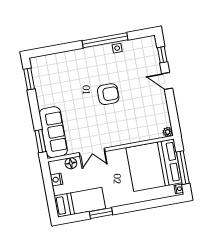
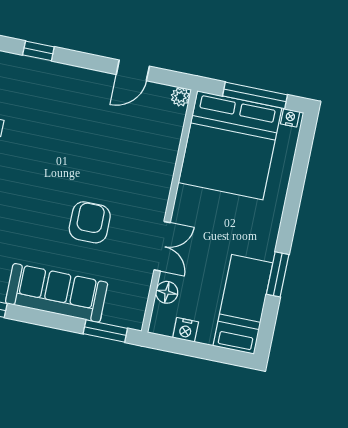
door: (167, 81) -> (133, 70), moved
armchair: (108, 94) -> (90, 222), moved
sofa: (53, 132) -> (57, 293), moved

